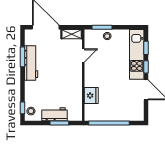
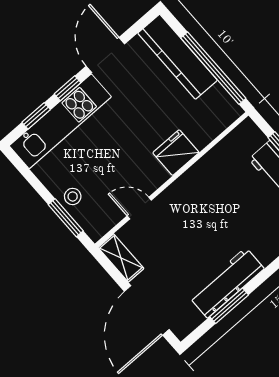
fridge: (91, 96) -> (176, 153), moved
kitchen counter: (124, 114) -> (178, 57), added

